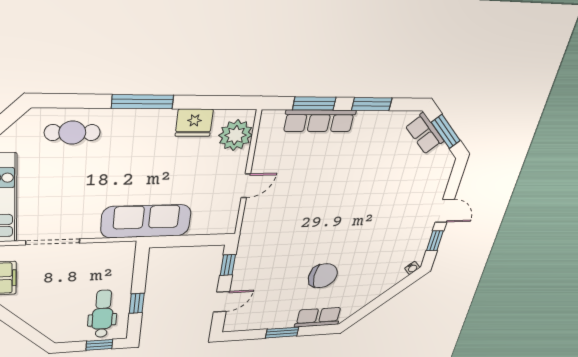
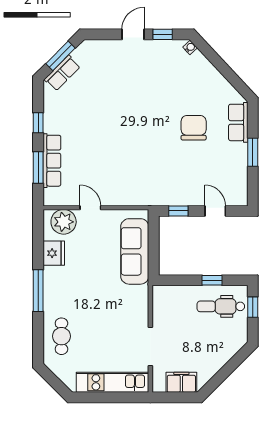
window: (372, 104) -> (38, 123), width x0.67
door: (246, 186) -> (90, 208), moved
sofa: (146, 221) -> (135, 251), moved

